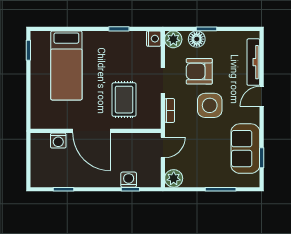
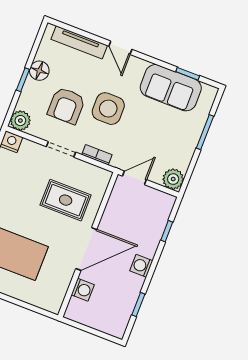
floor lamp: (197, 39) -> (39, 71), moved
door: (163, 147) -> (134, 178), hinge flipped
washing machine: (129, 180) -> (141, 266), moved

